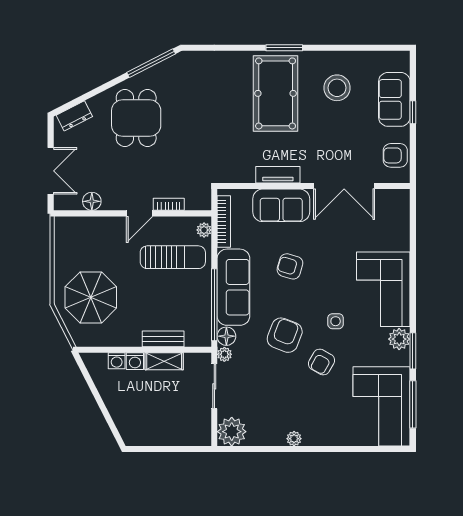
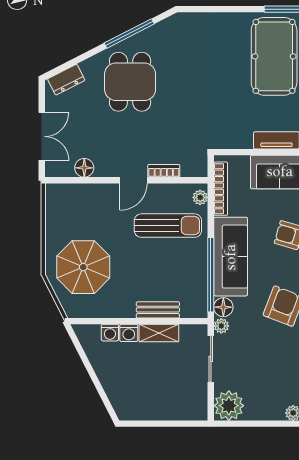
window: (151, 63) -> (129, 33), moved

